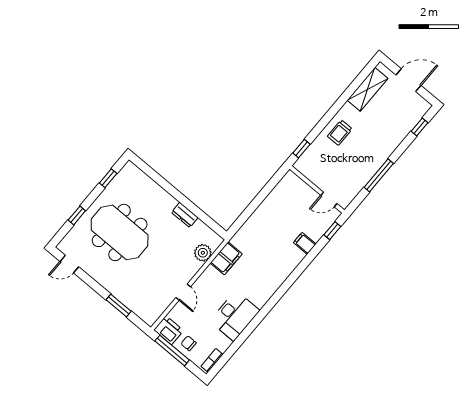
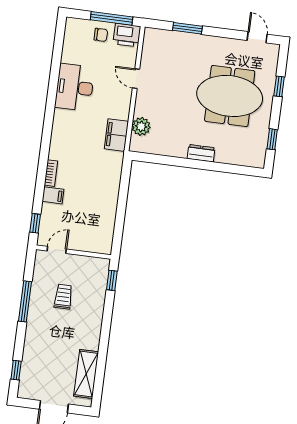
trolley: (340, 133) -> (63, 297), moved
dresser: (185, 215) -> (201, 153), moved
door: (69, 264) -> (257, 37), hinge flipped
bookcase: (212, 360) -> (51, 173), moved

